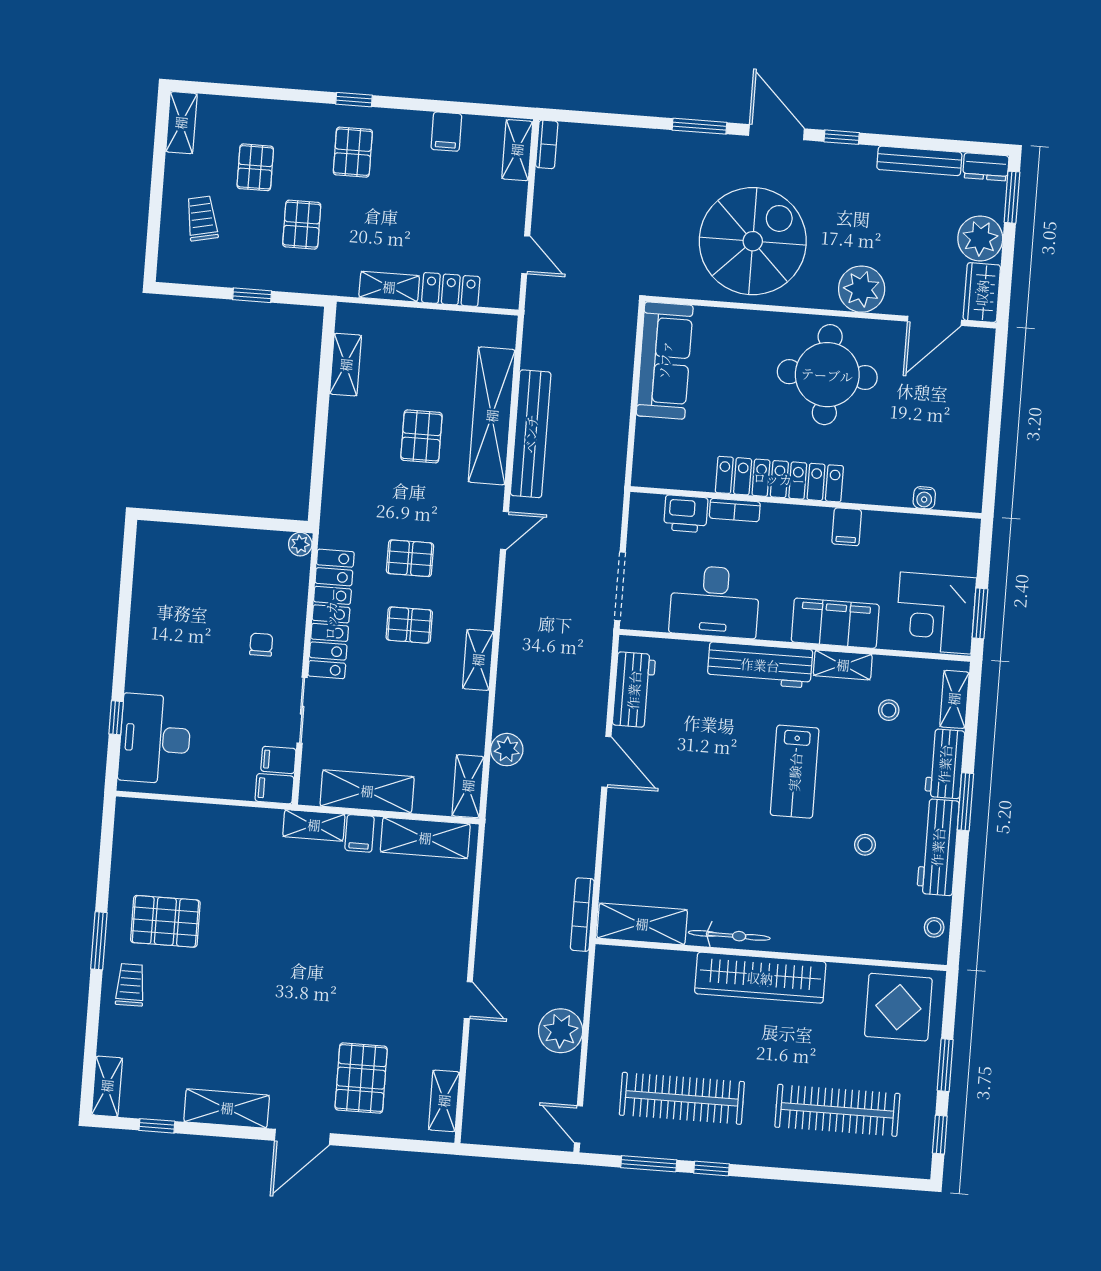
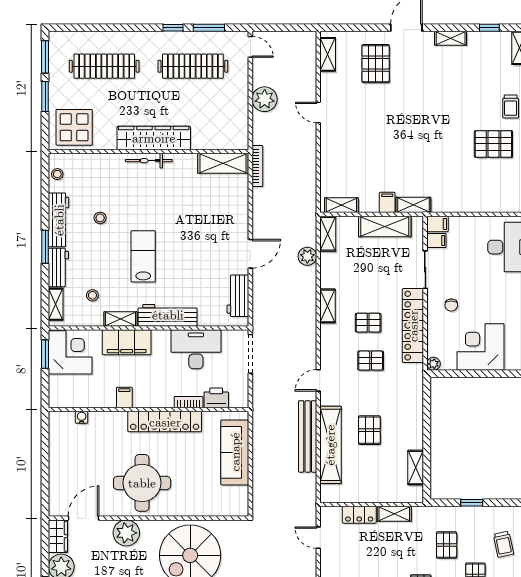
sofa: (665, 360) -> (235, 452), moved
corner desk: (216, 567) -> (480, 347), added
door: (606, 762) -> (250, 254), swing flipped
shelving: (425, 838) -> (341, 205), width x0.67, depth x0.75
bicycle: (729, 935) -> (149, 161), moved
shelving: (227, 1108) -> (451, 38), width x0.67, depth x0.75
window: (940, 1135) -> (45, 57), width x1.50

